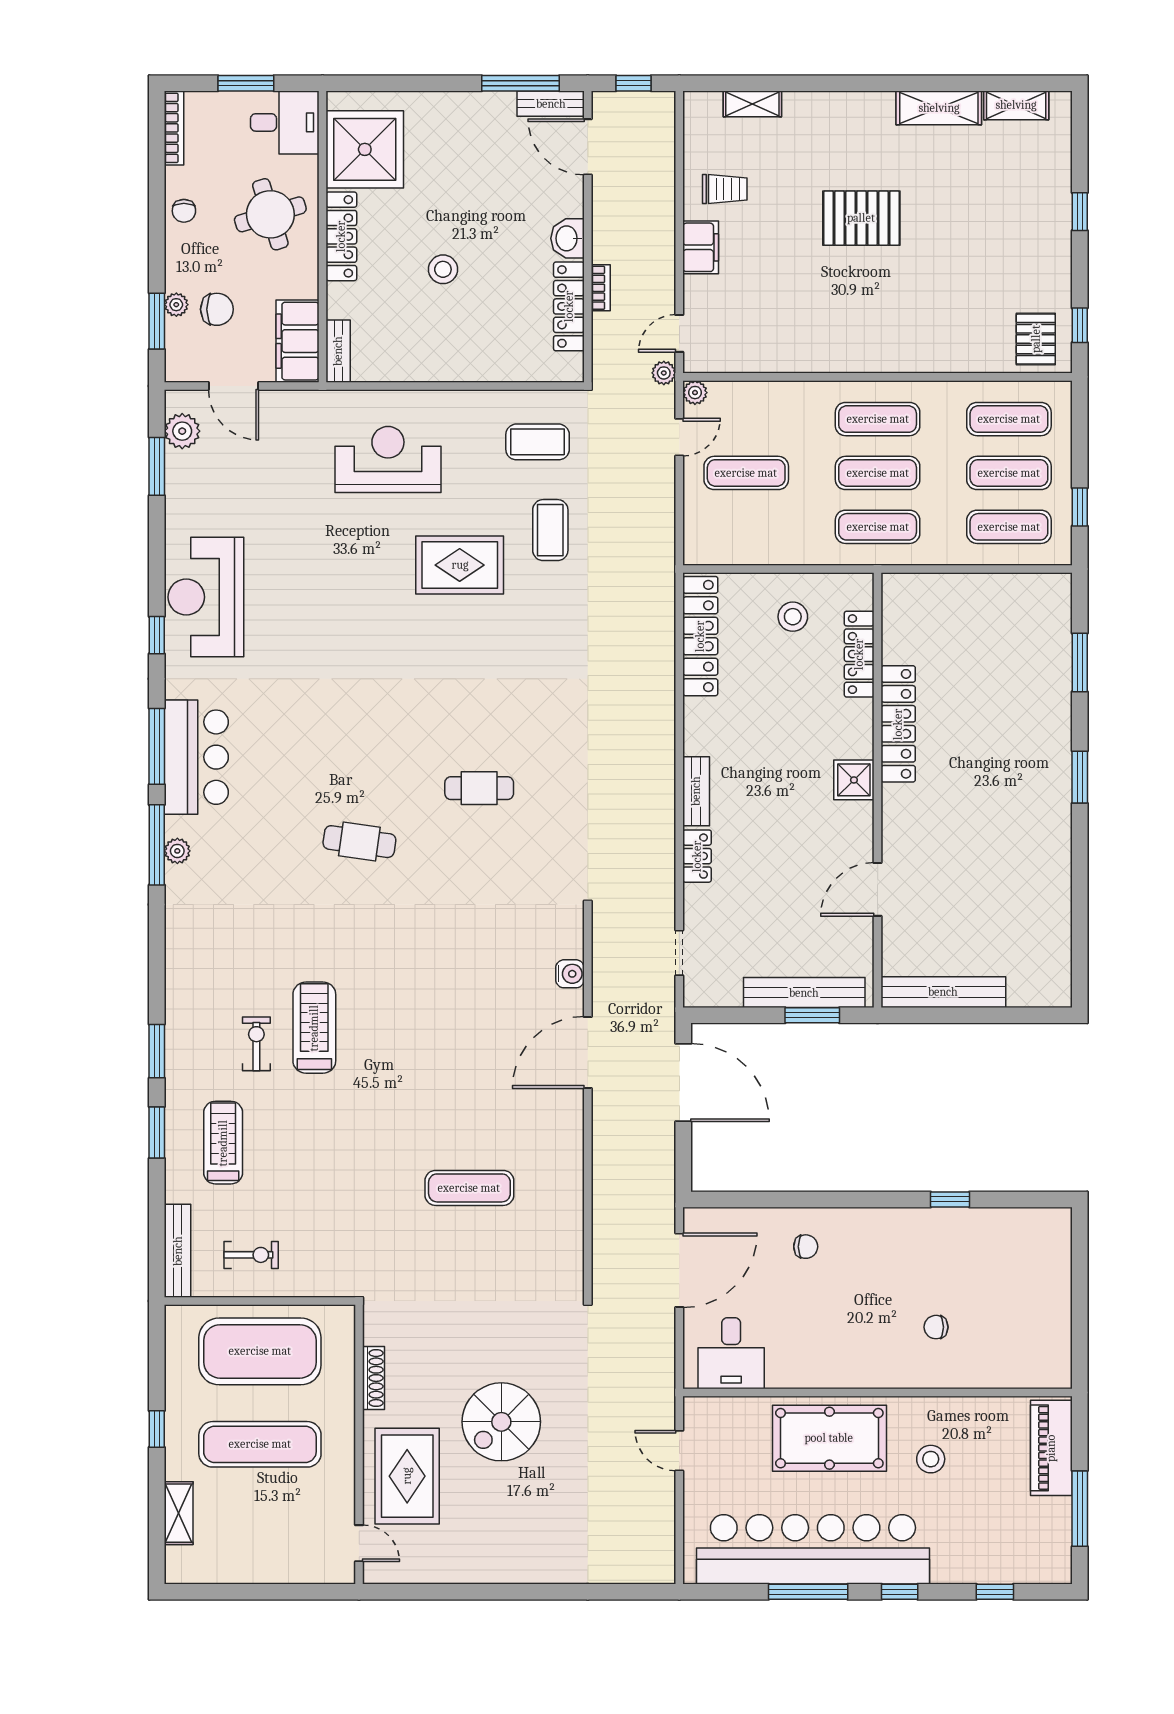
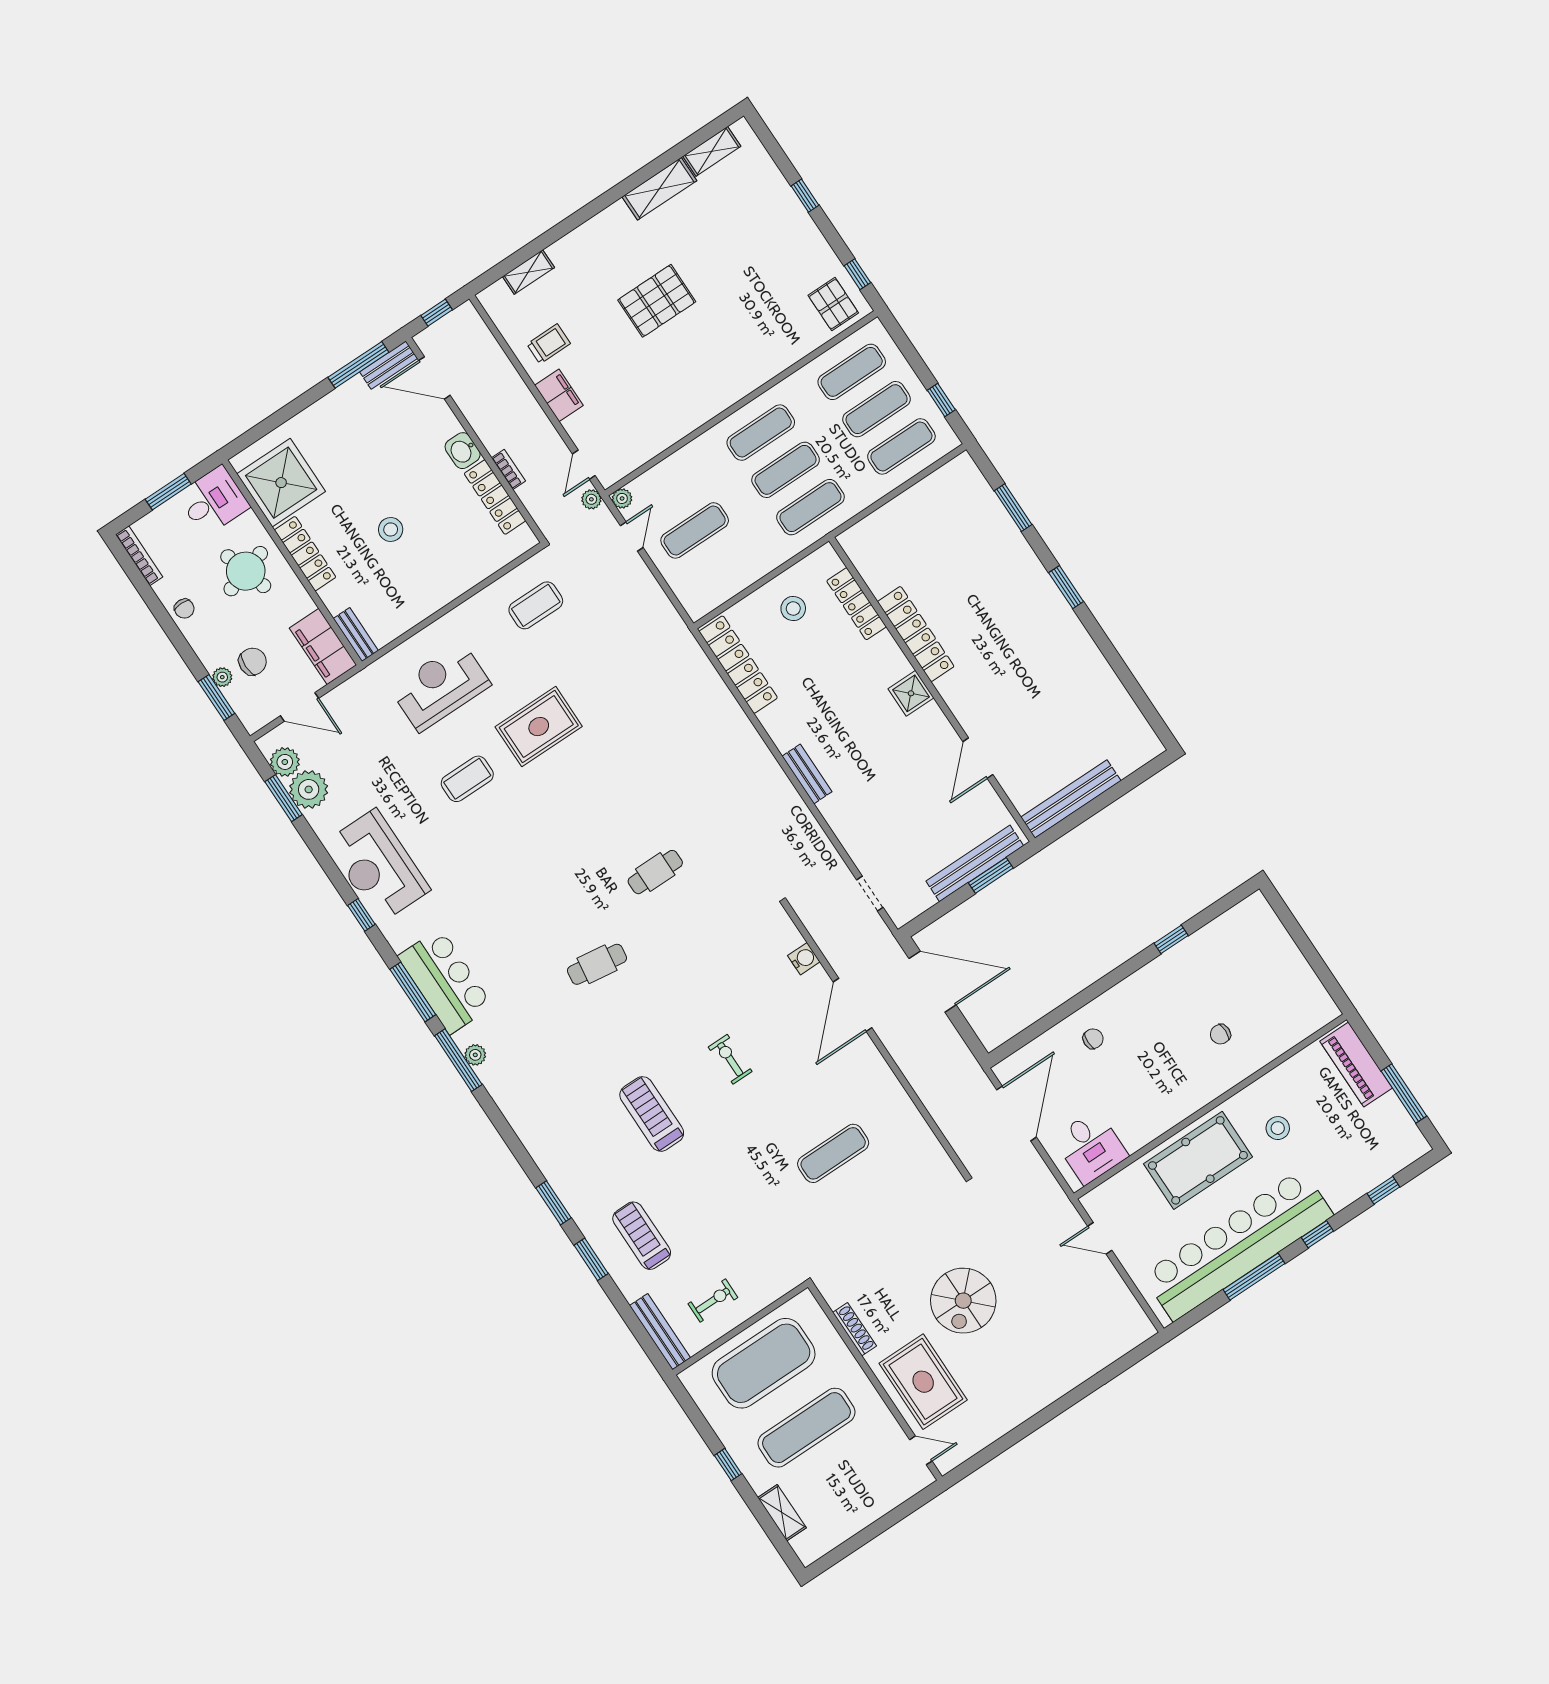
plant: (188, 474) -> (309, 789), added
coffee table: (550, 530) -> (467, 779), moved, turned 90
locker: (697, 856) -> (837, 818), removed
exercise bike: (256, 1044) -> (730, 1059), moved

